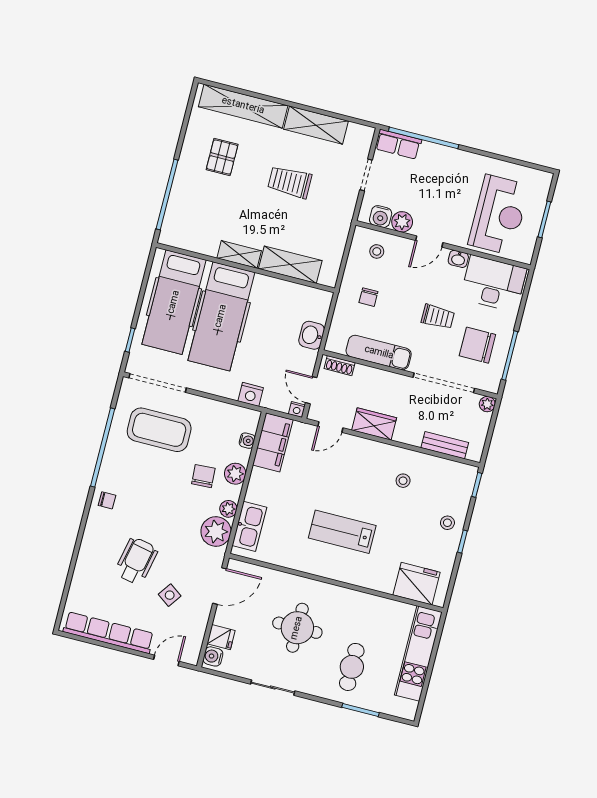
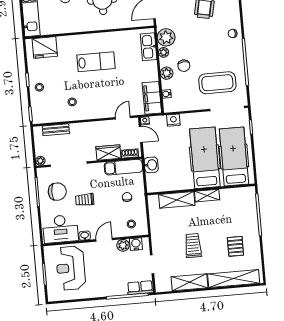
trolley: (290, 182) -> (193, 246), turned -90
exam couch: (379, 353) -> (123, 167), moved
wardrobe: (374, 424) -> (108, 153), moved, turned 180

